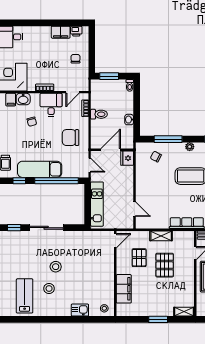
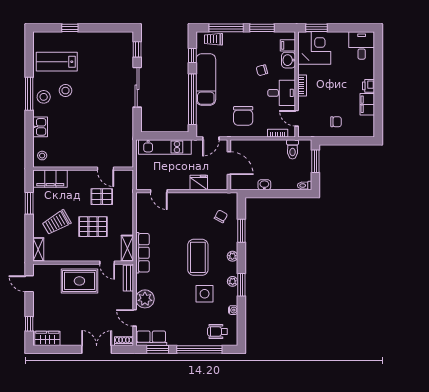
printer: (76, 31) -> (368, 86), moved
toilet: (99, 114) -> (293, 149), moved
chair: (71, 138) -> (243, 116), turned 180
window: (168, 139) -> (241, 231), width x0.69
fridge: (127, 158) -> (199, 182), moved
door: (134, 209) -> (159, 191), hinge flipped
shelving: (161, 236) -> (127, 248), moved
door: (115, 241) -> (105, 169), moved
stool: (56, 267) -> (44, 97), moved
filing cabinet: (124, 289) -> (50, 179), moved
lab bench: (25, 296) -> (57, 62), turned 180
trolley: (161, 296) -> (57, 222), added
window: (52, 319) -> (29, 94), added
window: (158, 319) -> (29, 203), moved

